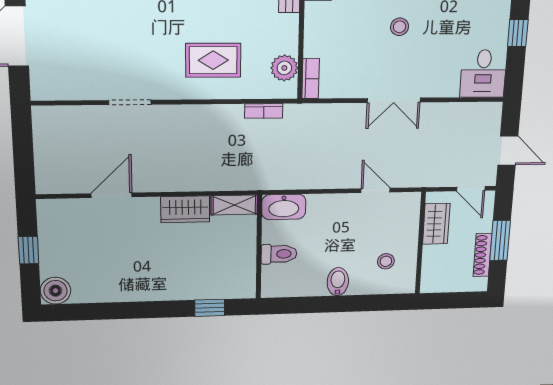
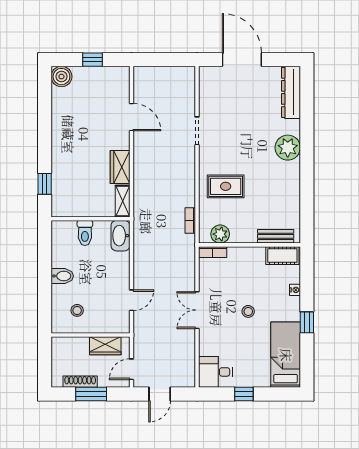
rug: (213, 60) -> (226, 186), turned 90

